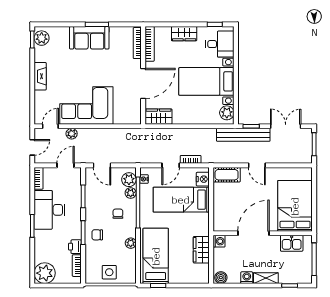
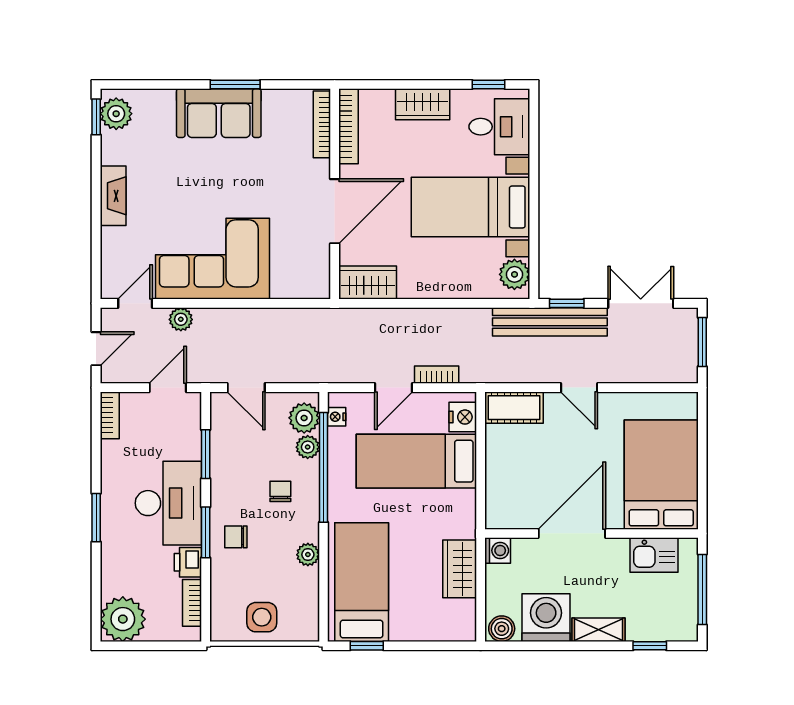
desk: (50, 210) -> (168, 503), moved, turned 180
washing machine: (247, 278) -> (546, 618), width x1.89, depth x1.89

